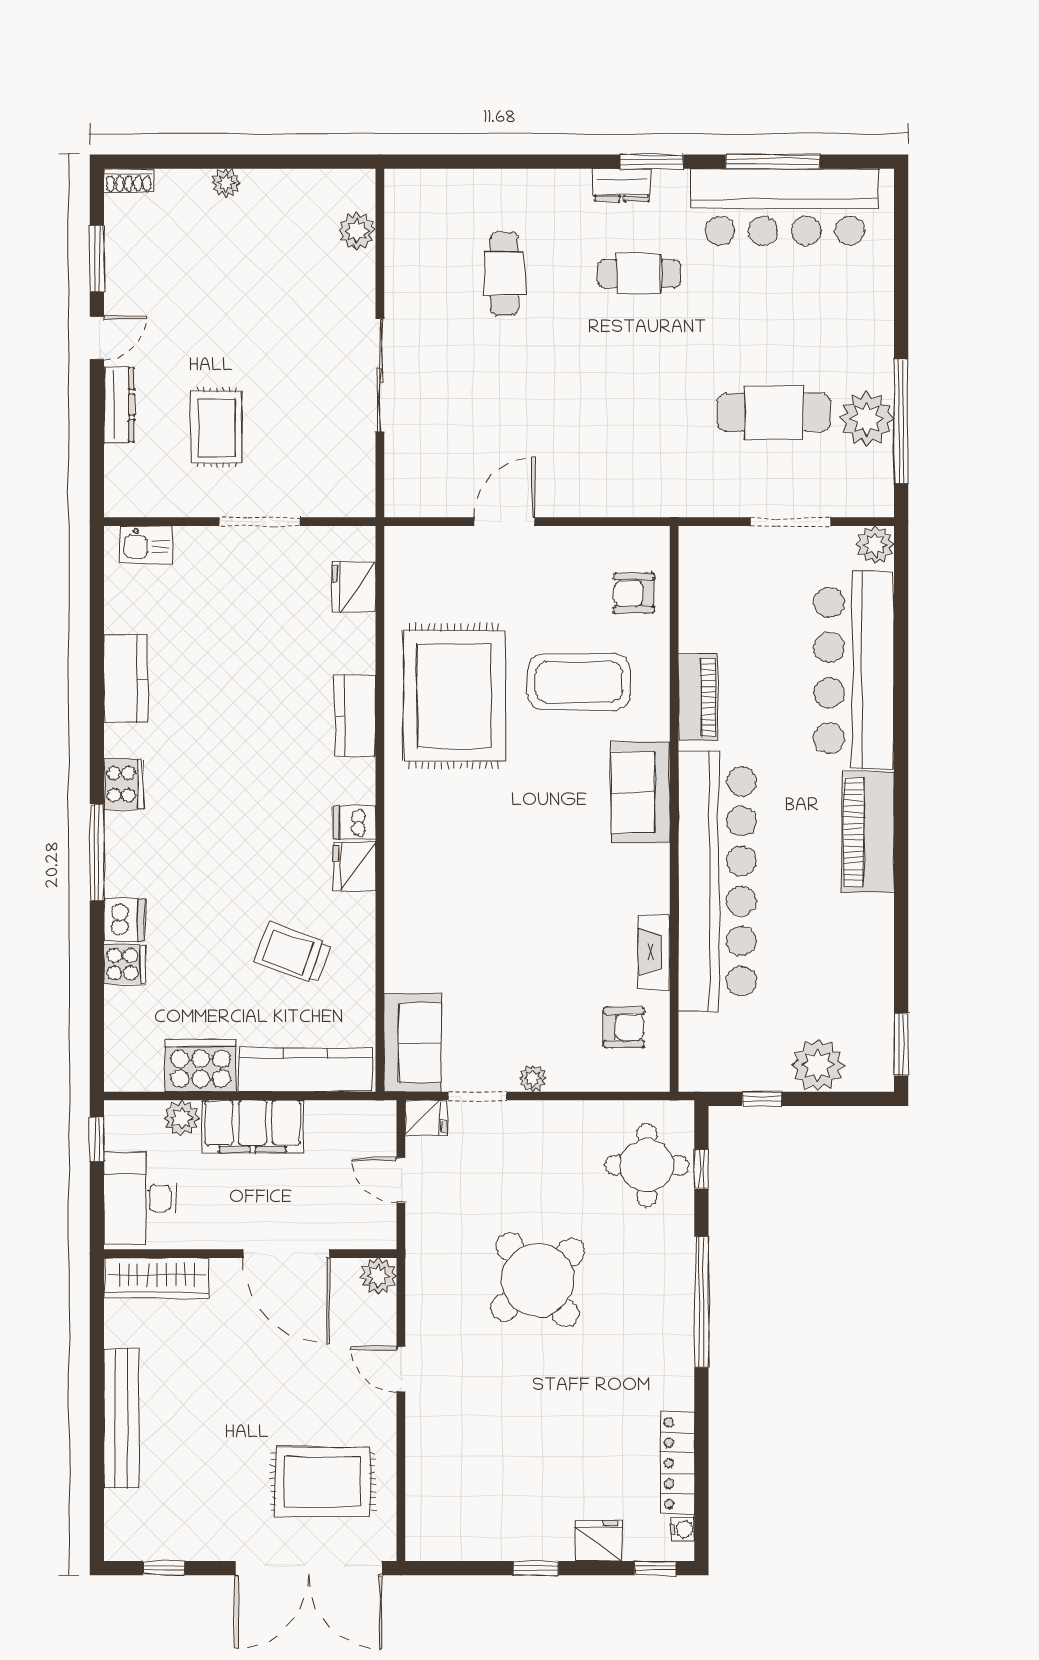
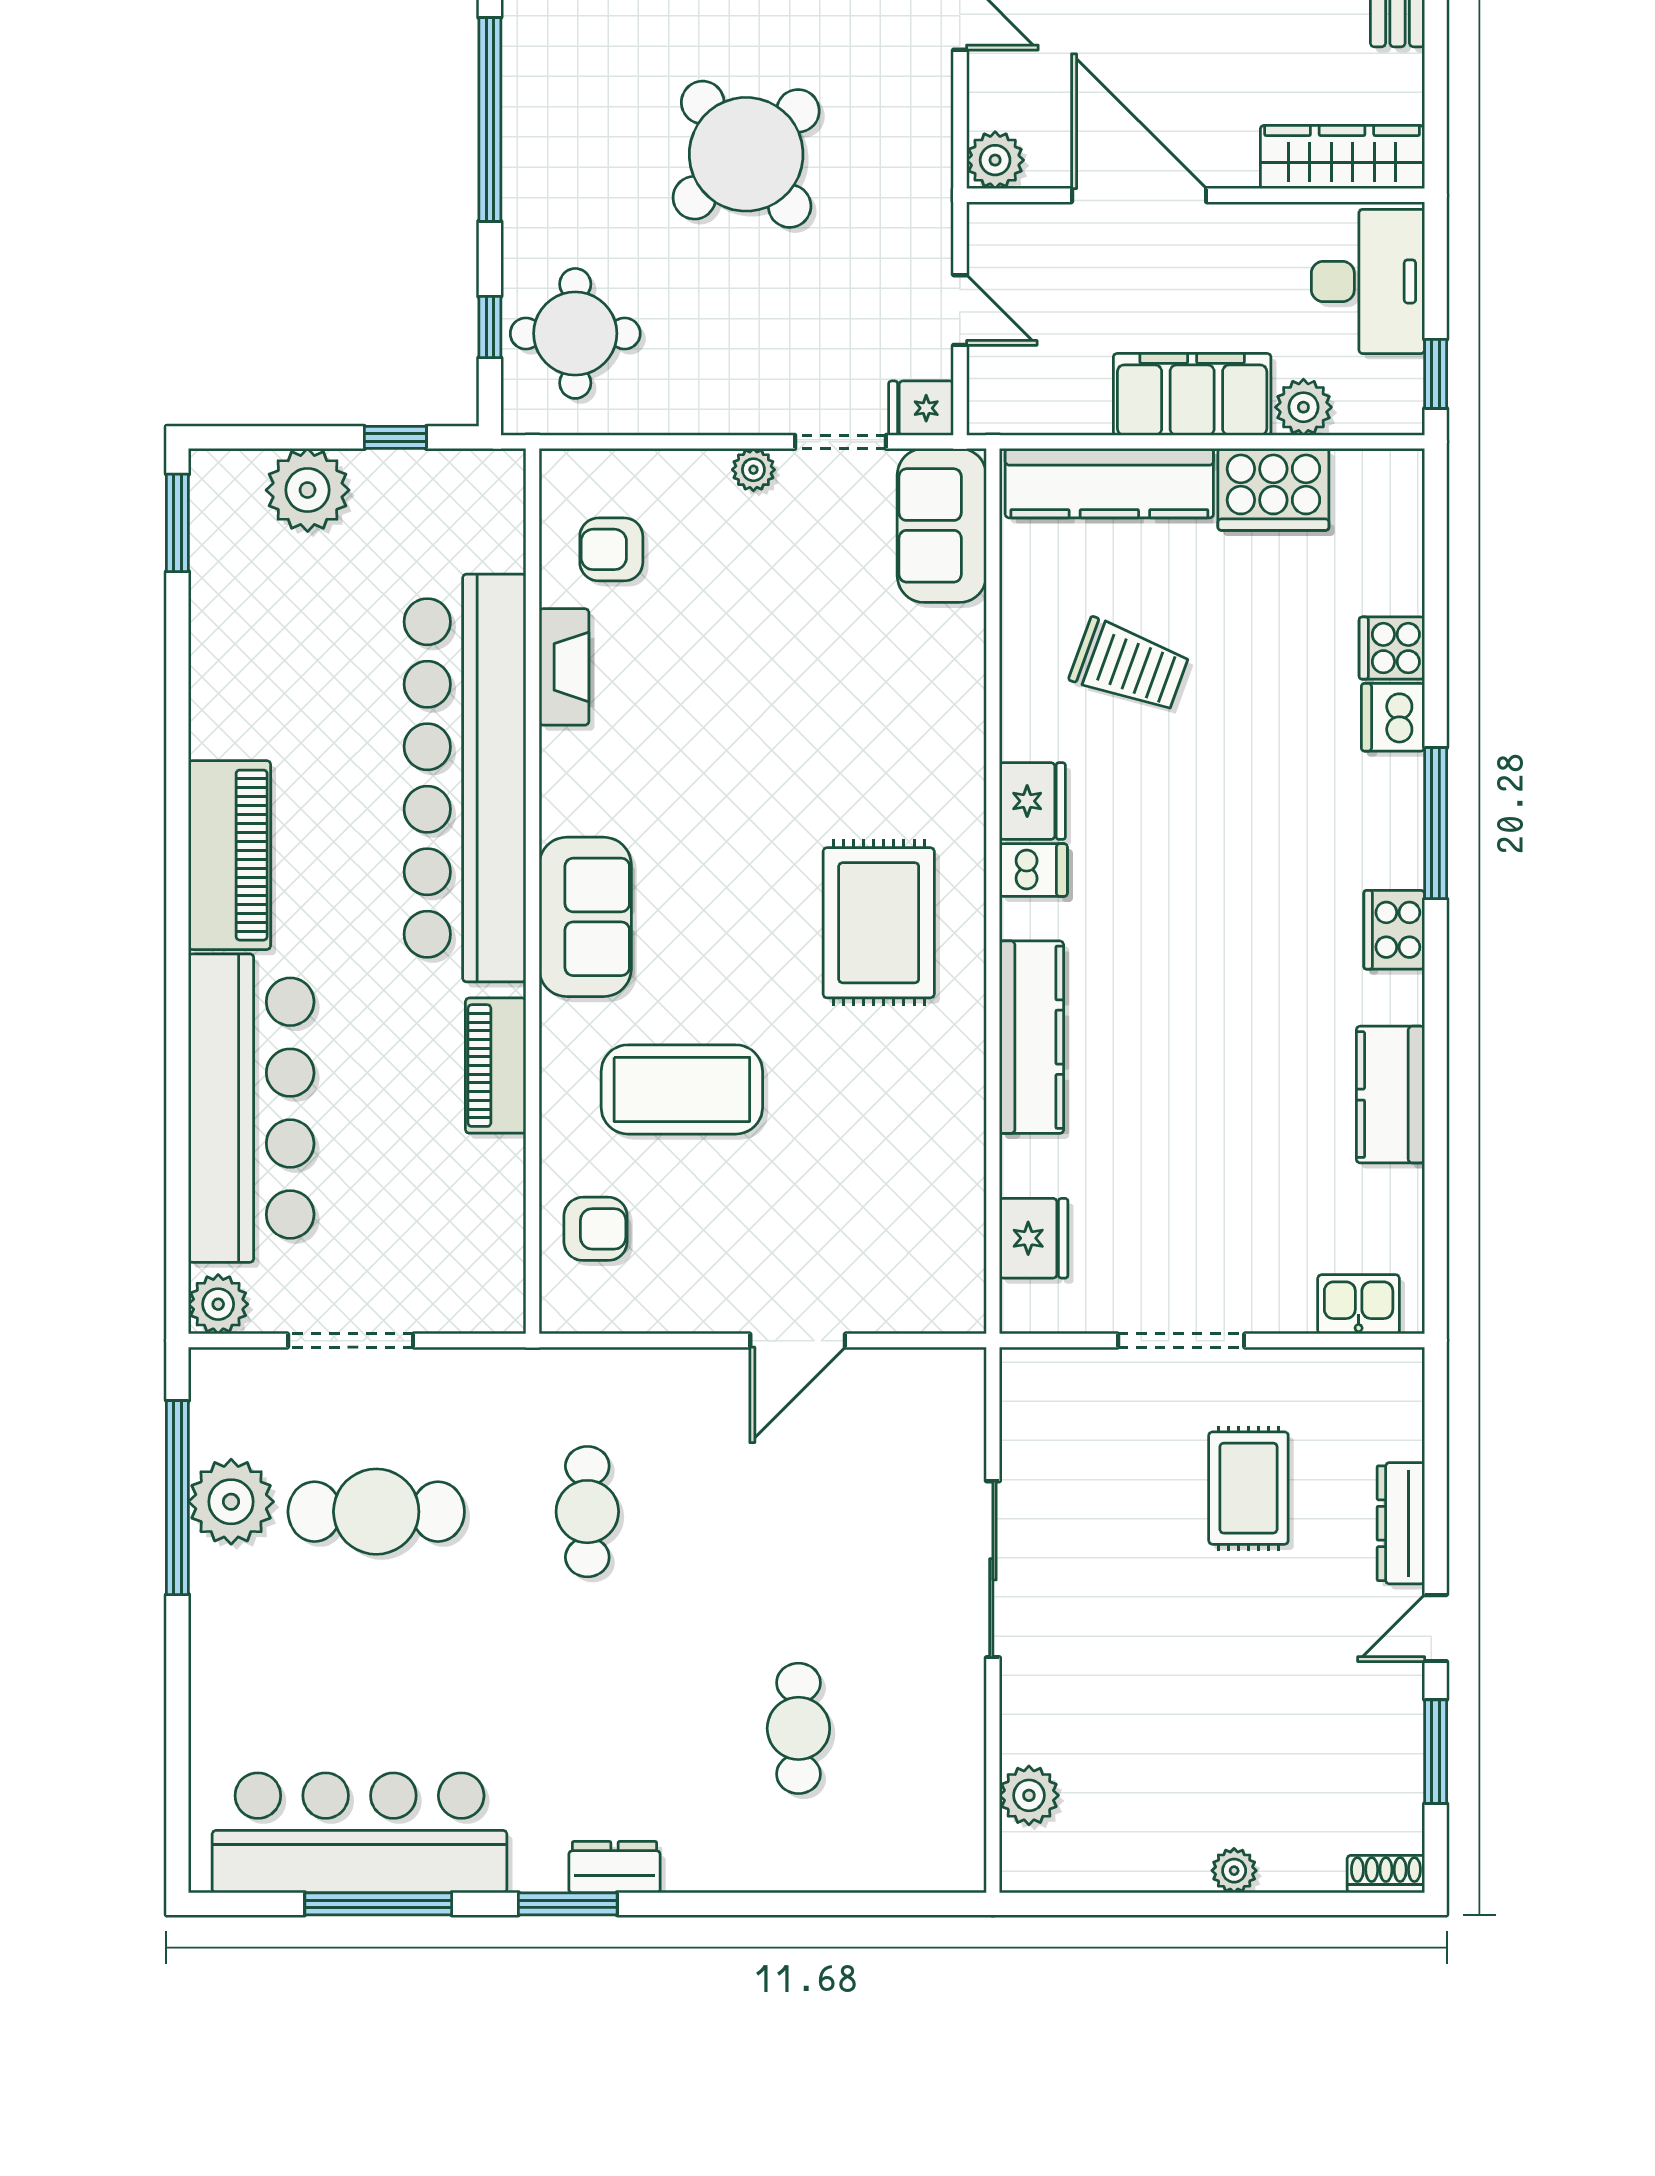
cafe table: (639, 274) -> (587, 1512), moved, turned 90
rug: (454, 696) -> (879, 923), moved, width x0.73, depth x0.69
kitchen counter: (355, 716) -> (1031, 1037), width x1.50

